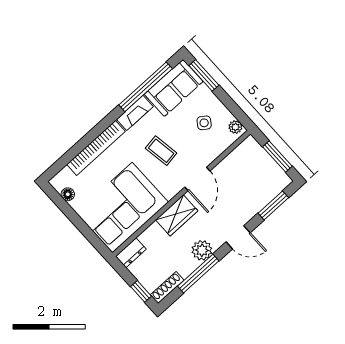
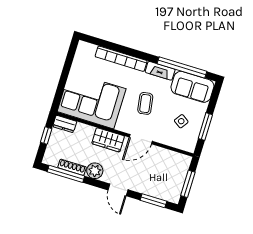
window: (204, 75) -> (205, 127), moved
plant: (235, 127) -> (191, 144), removed
floor lamp: (68, 194) -> (79, 58), removed
window: (198, 274) -> (66, 174), moved
shoe rack: (167, 288) -> (72, 167), moved
window: (141, 291) -> (46, 135), moved

